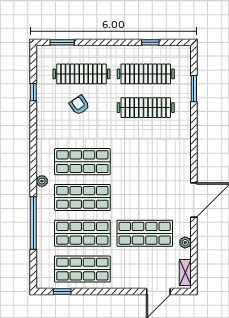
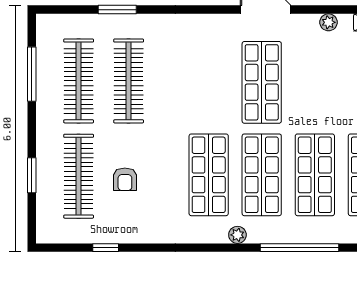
window: (62, 42) -> (32, 175), moved
window: (150, 42) -> (32, 74), width x2.17
window: (194, 89) -> (117, 10), moved
armchair: (79, 105) -> (125, 179), turned -56
shop shelf: (145, 233) -> (262, 82), moved

